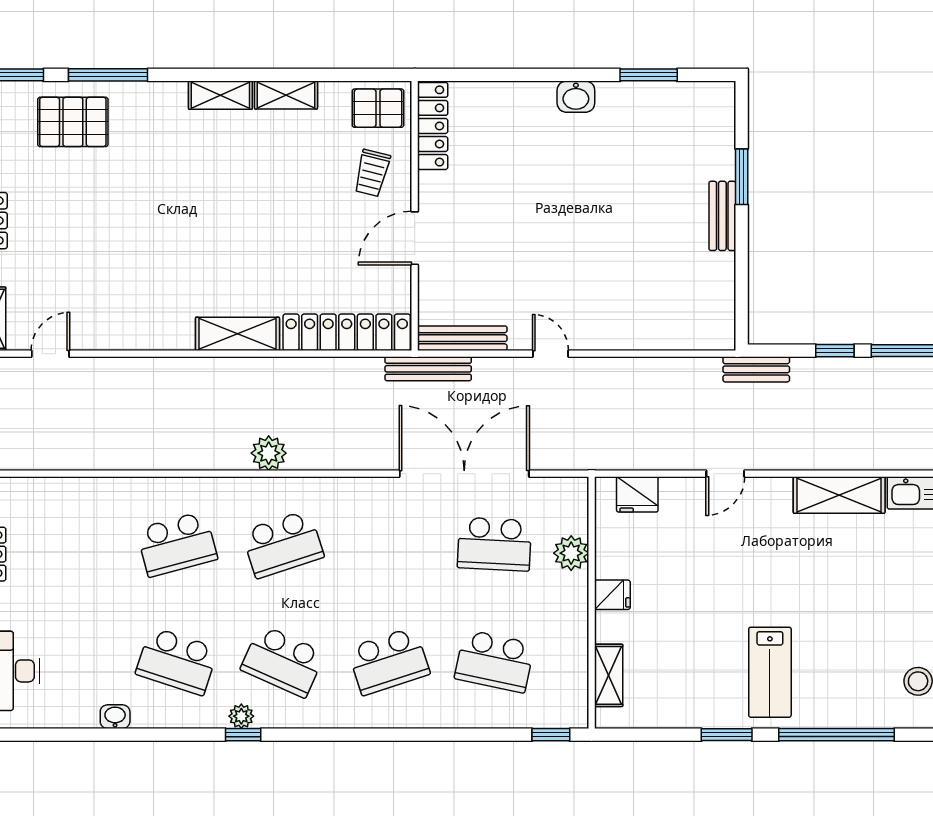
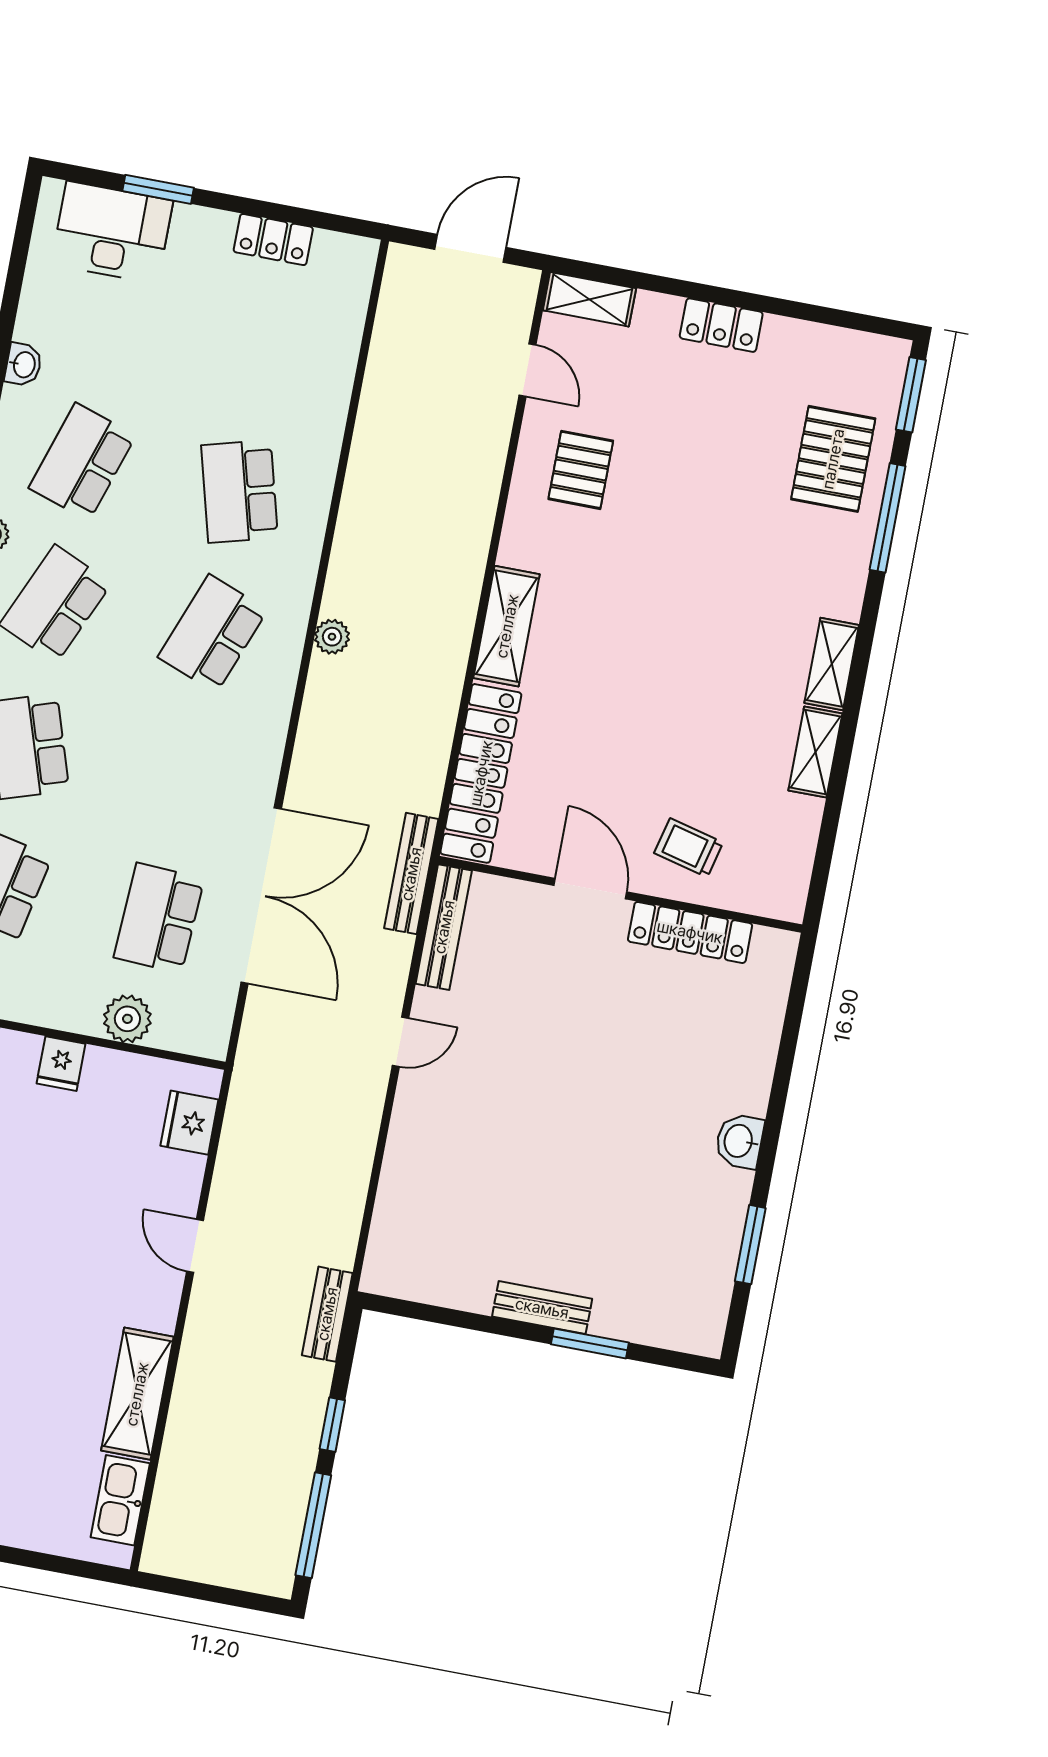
pallet: (378, 108) -> (581, 470), moved
locker: (433, 126) -> (690, 932), moved
plant: (269, 453) -> (332, 637), width x0.73, depth x0.73
school desk: (283, 544) -> (213, 634), turned 39

